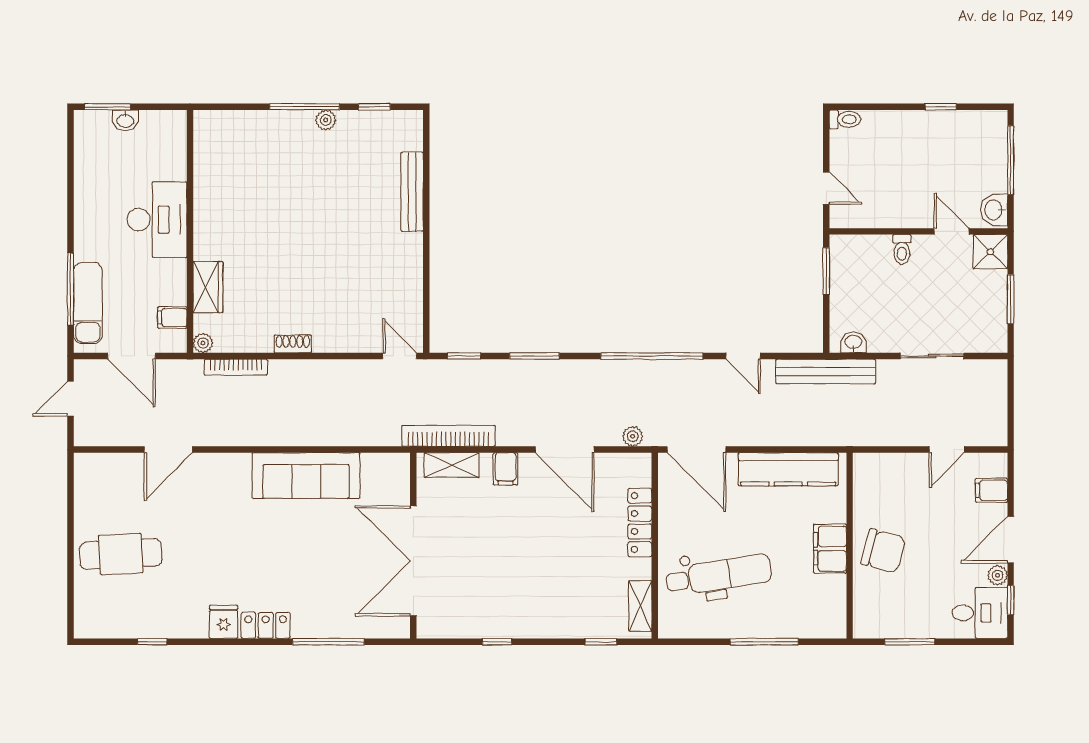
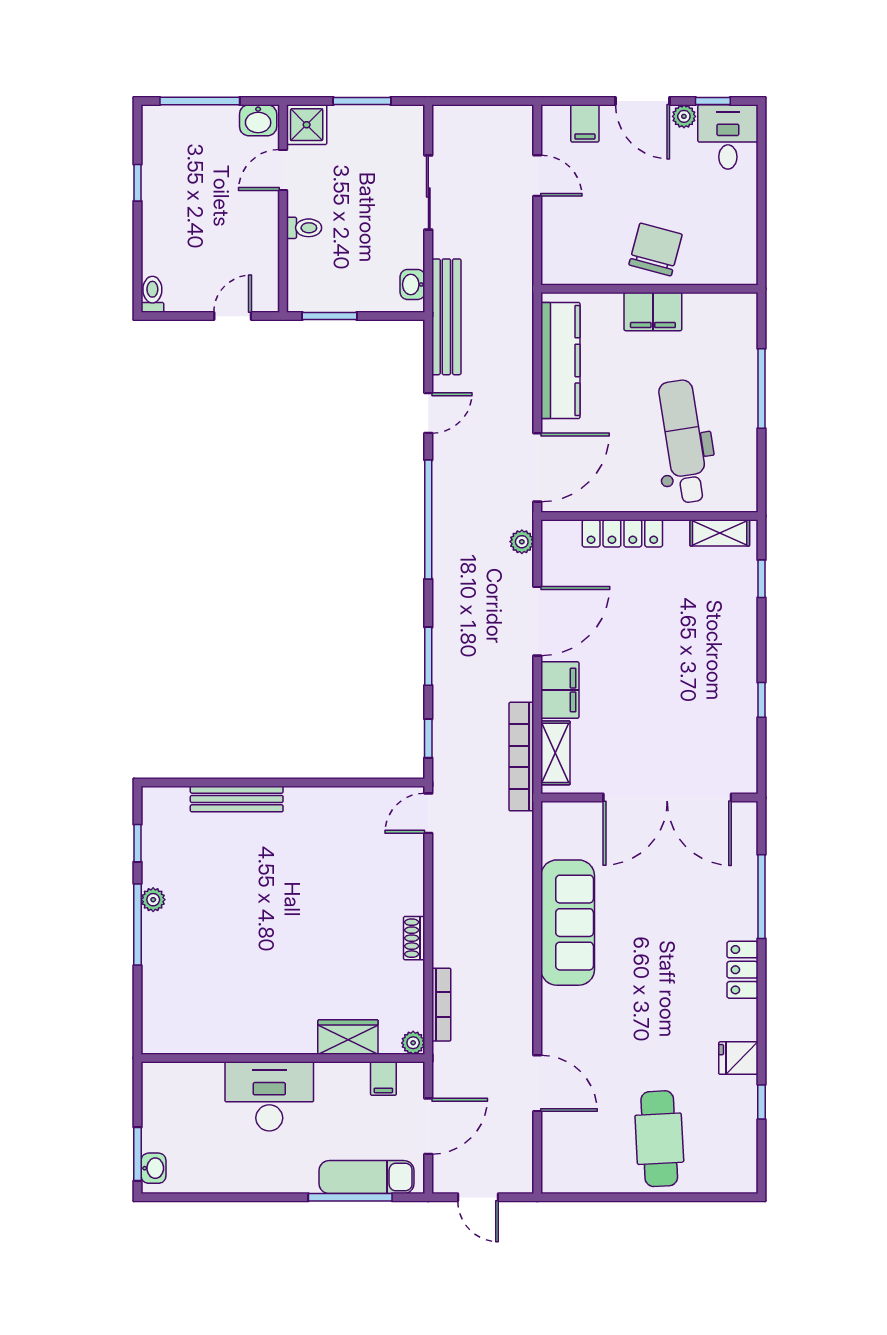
washbasin: (125, 120) -> (154, 1168), moved
filing cabinet: (506, 469) -> (560, 690), width x2.00
fridge: (224, 622) -> (738, 1058), moved
window: (910, 642) -> (761, 219), removed

